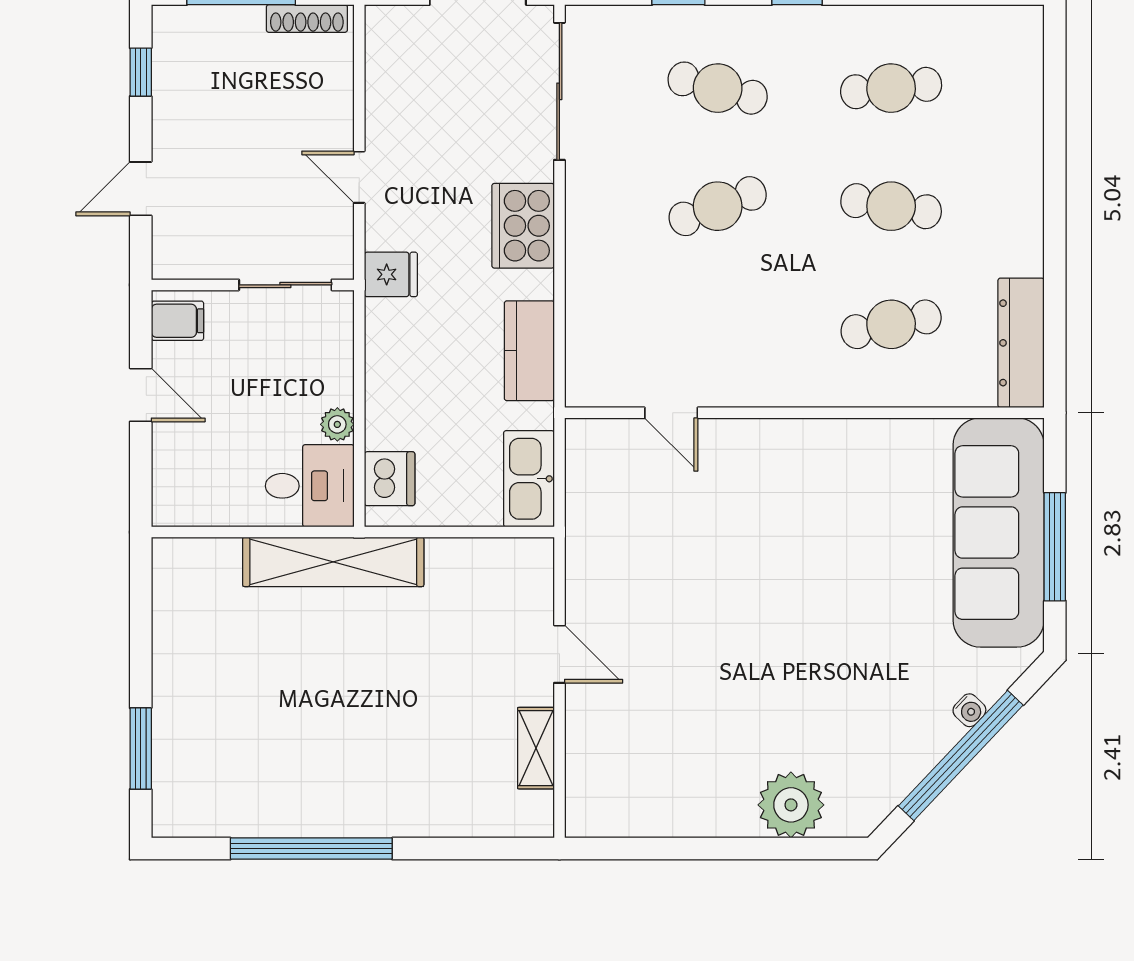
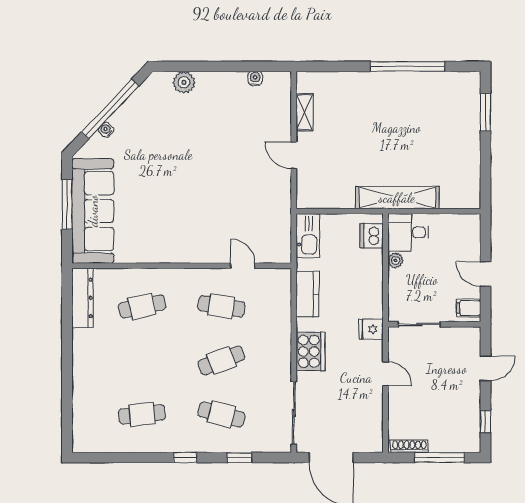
cafe table: (891, 206) -> (221, 306), moved
plant: (791, 805) -> (184, 82), width x0.73, depth x0.73
water cooler: (644, 823) -> (255, 78), added

